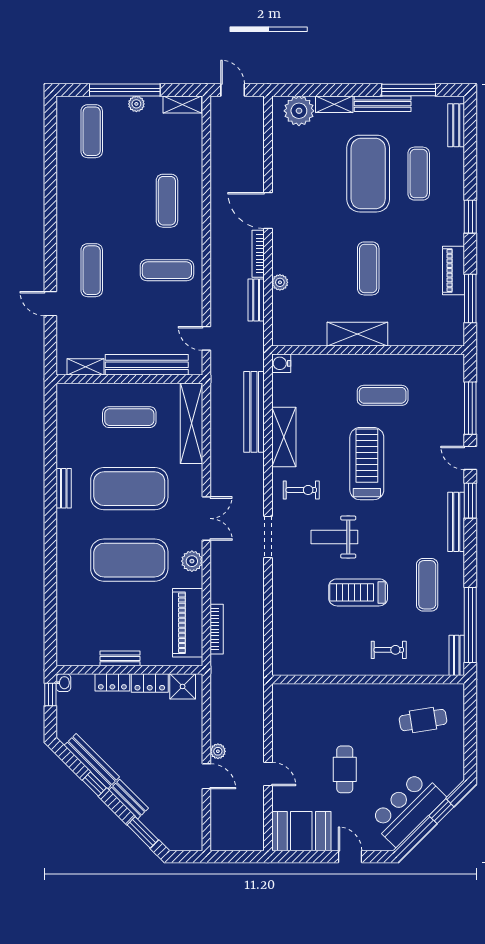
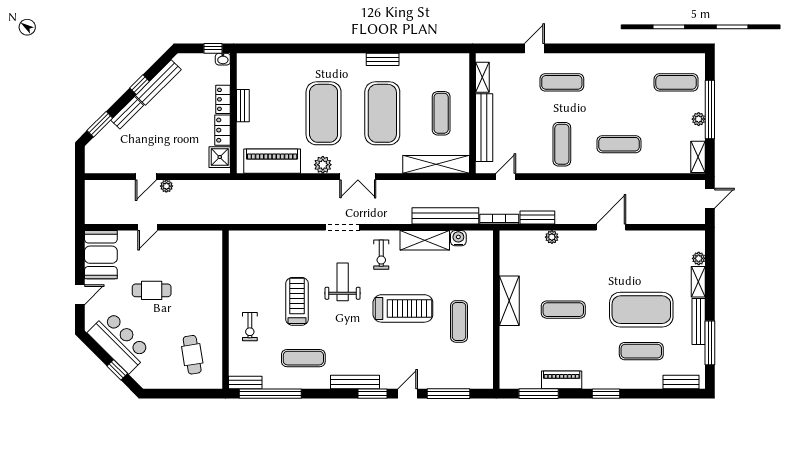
plant: (299, 111) -> (699, 258), width x0.53, depth x0.53
bookcase: (258, 254) -> (499, 219), moved
water cooler: (281, 363) -> (458, 238), moved
bookcase: (217, 629) -> (267, 185), removed

